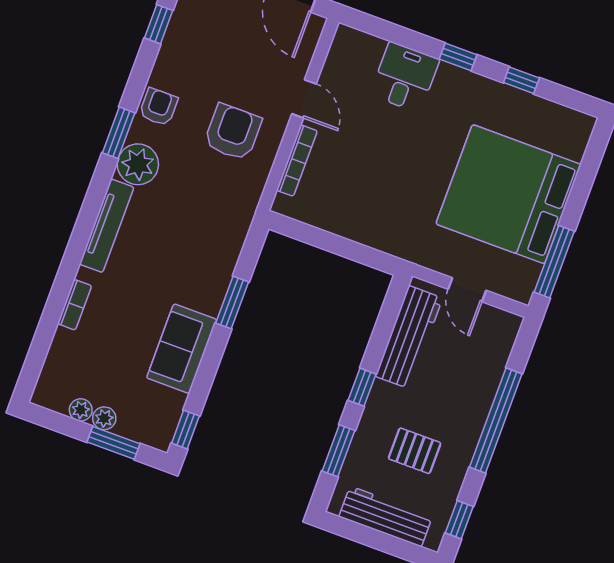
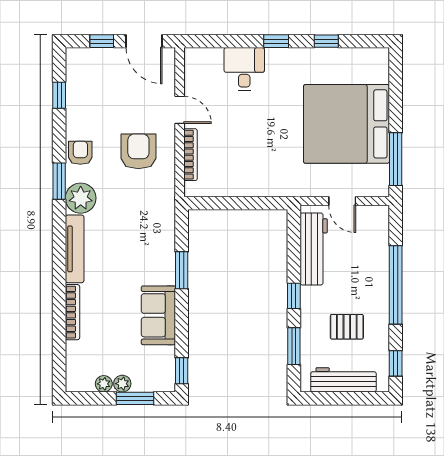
bookcase: (75, 305) -> (72, 312), width x1.56

